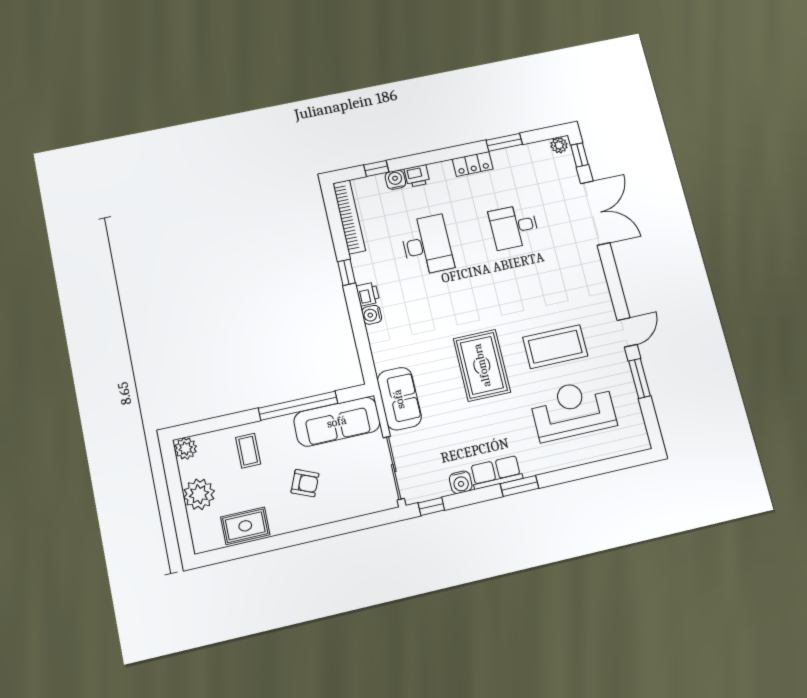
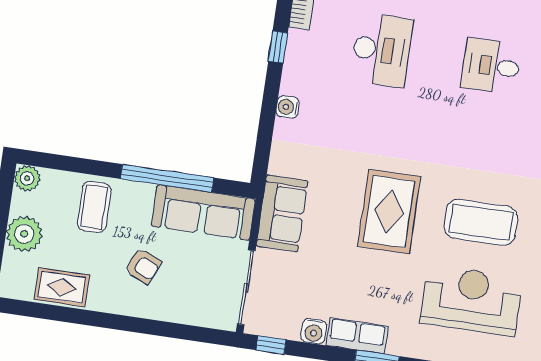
printer: (368, 294) -> (292, 81), removed
coffee table: (248, 451) -> (94, 207), width x1.36, depth x1.30

